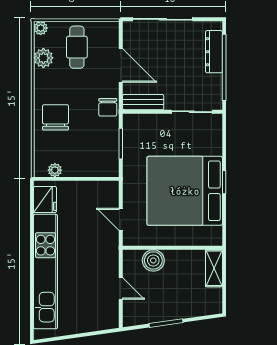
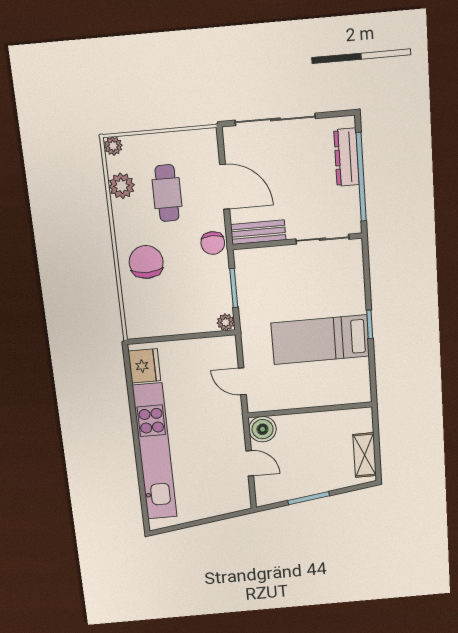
cafe table: (77, 47) -> (167, 193), moved
plant: (55, 170) -> (226, 322), moved
bed: (185, 191) -> (320, 340), width x0.49
boiler: (153, 260) -> (263, 429), moved
shelving: (214, 268) -> (365, 455), moved

